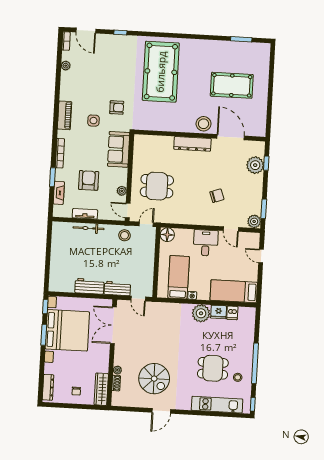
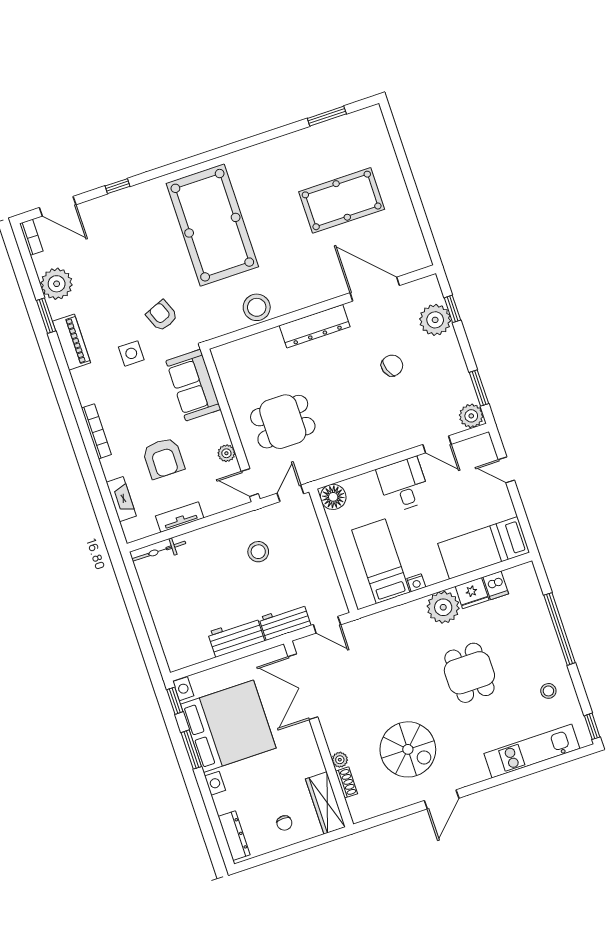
plant: (66, 66) -> (57, 284), width x1.87, depth x1.87
armchair: (117, 107) -> (162, 316), turned -112
piano: (65, 115) -> (71, 342), moved
stool: (204, 124) -> (257, 307), moved
window: (52, 177) -> (46, 316), moved
armchair: (89, 180) -> (163, 458), turned 180
chair: (217, 196) -> (392, 366), moved
bicycle: (88, 228) -> (159, 551), moved
stool: (124, 235) -> (258, 552), moved
window: (255, 363) -> (560, 629), moved
dining table: (213, 368) -> (469, 673), moved, turned 90

